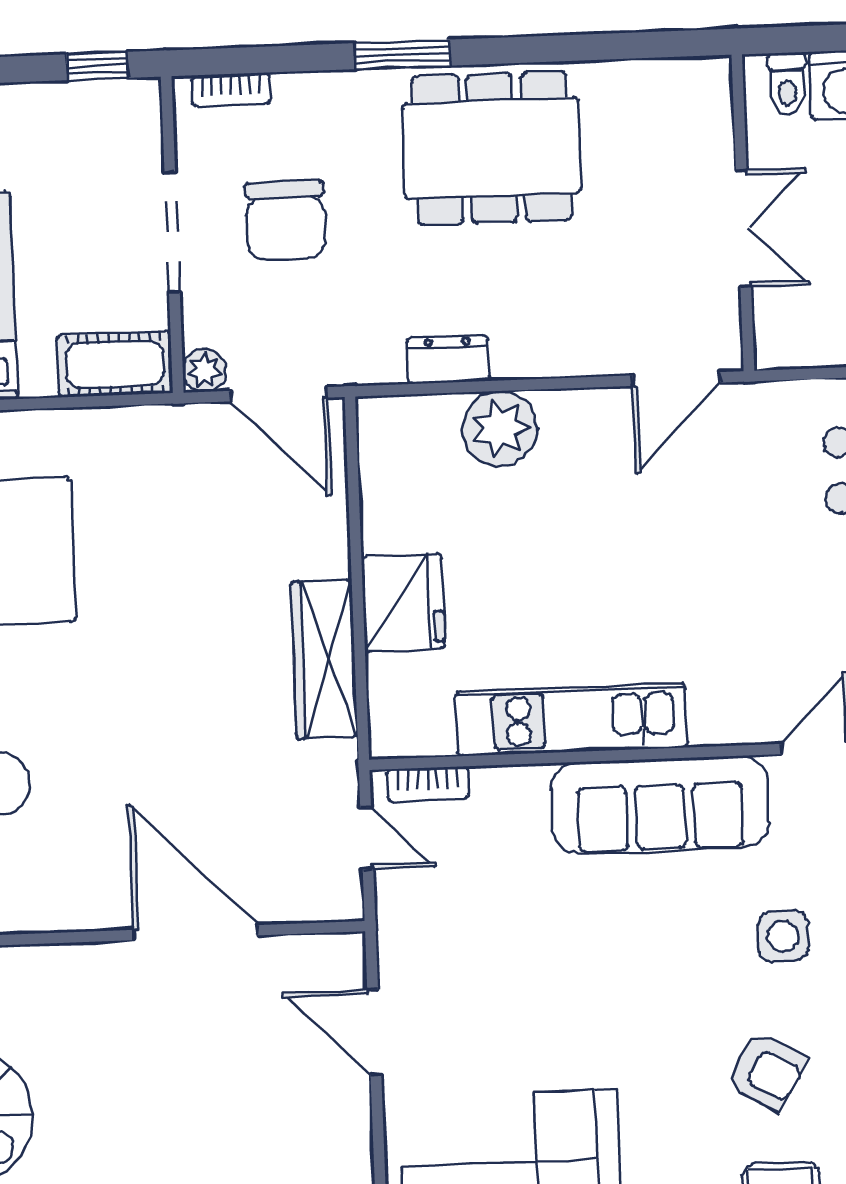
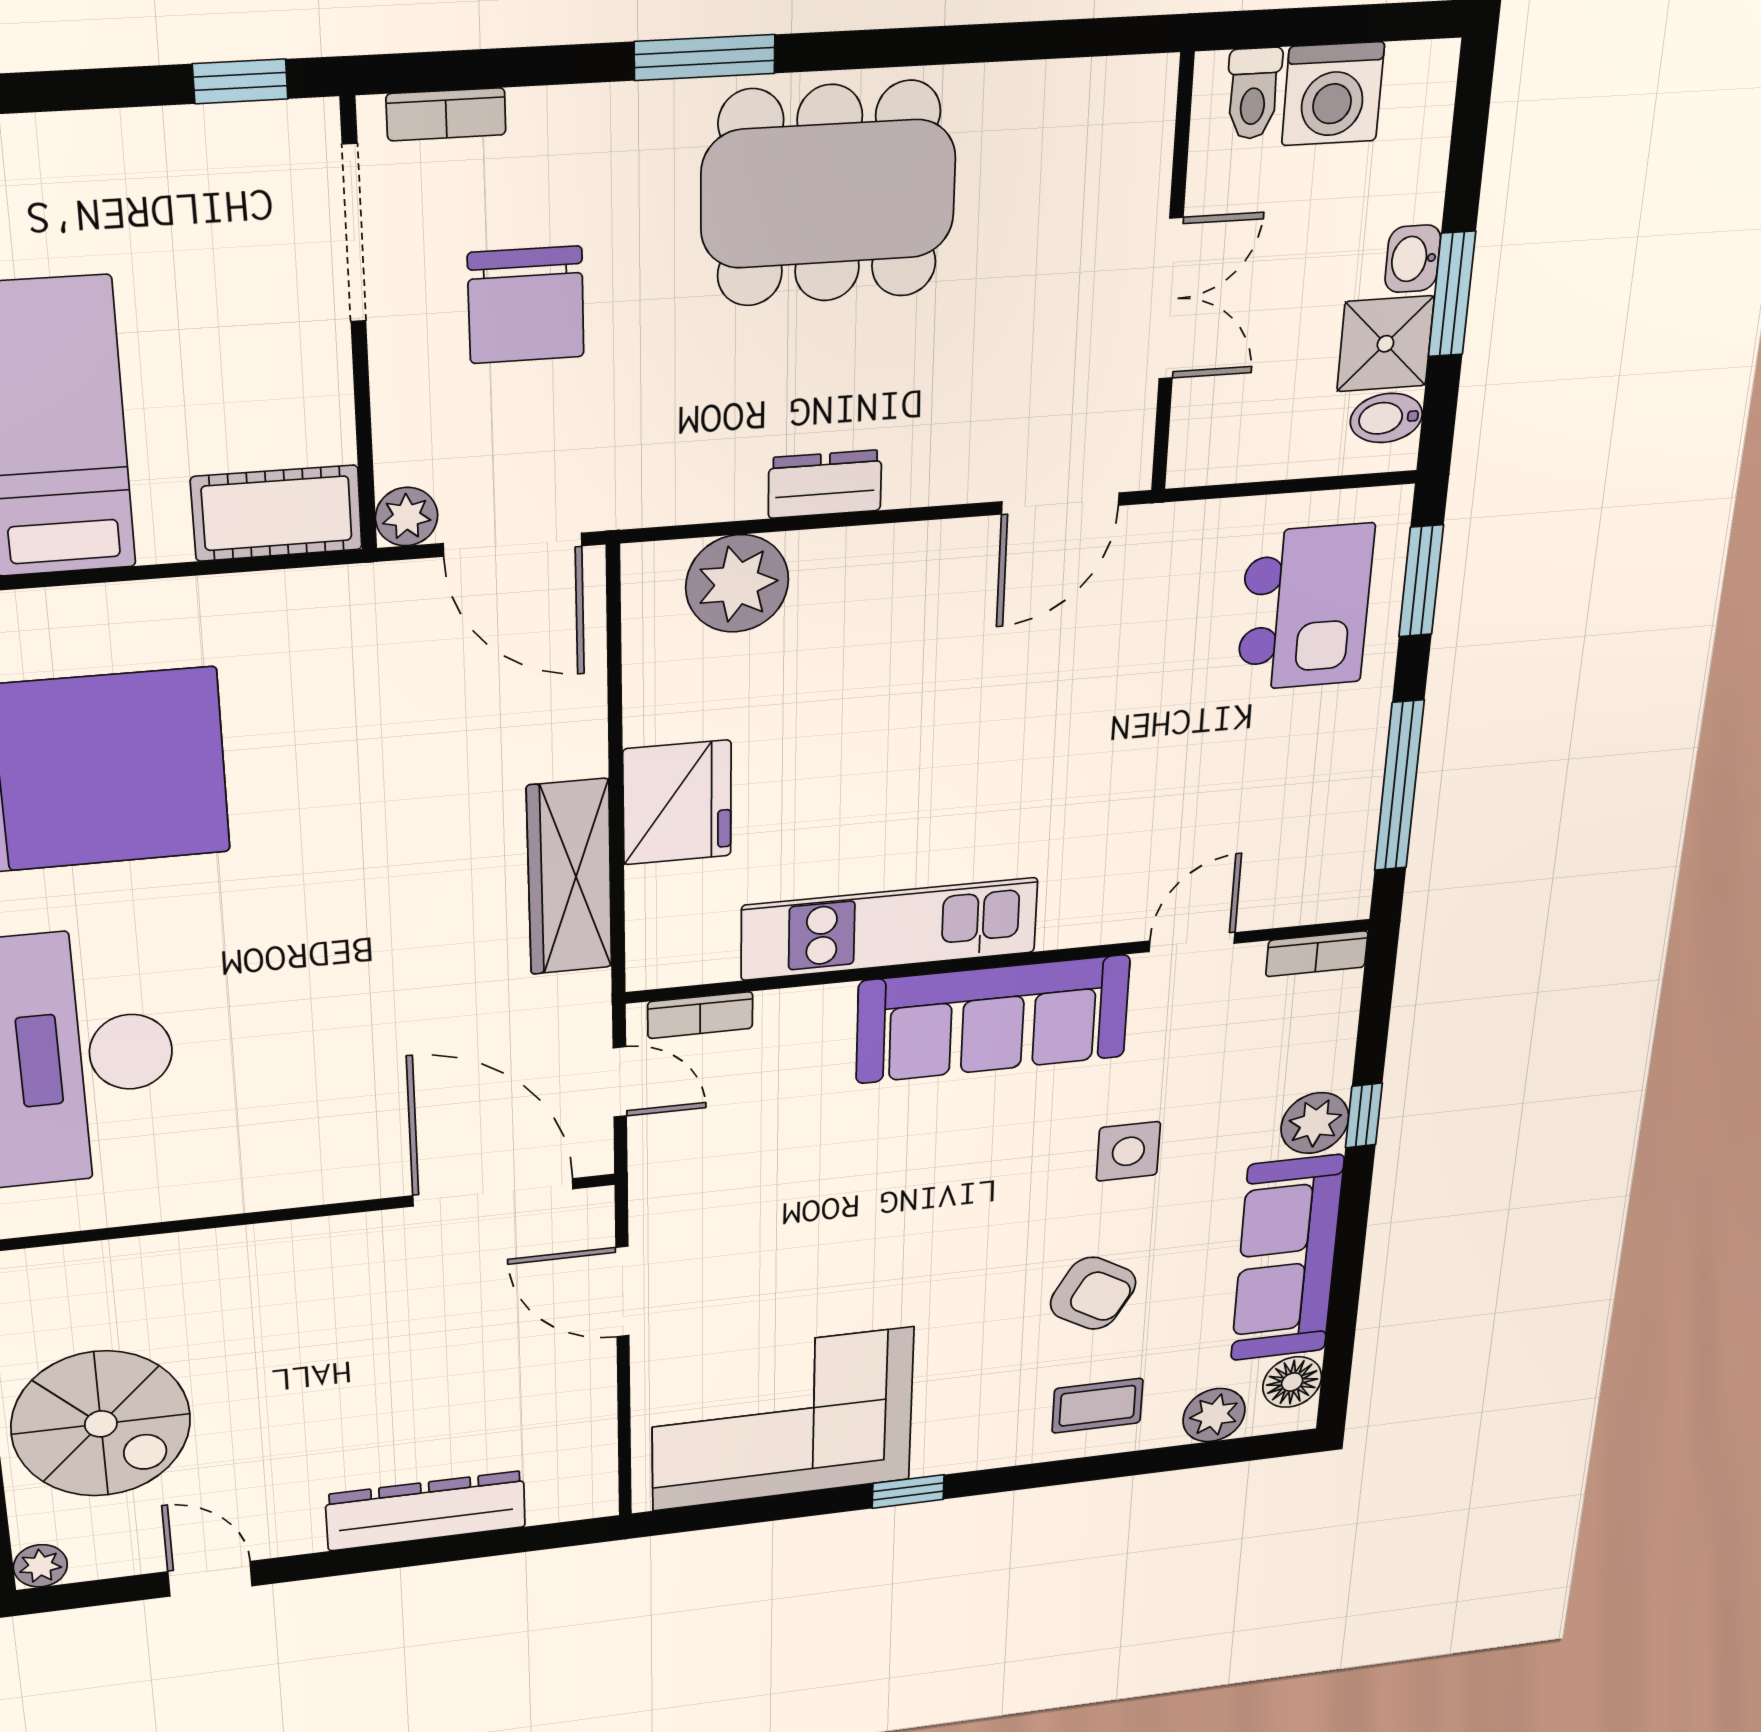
doorway: (172, 232) -> (354, 233), moved
dresser: (448, 360) -> (825, 484), moved
plant: (500, 428) -> (737, 584), moved
door: (196, 933) -> (493, 1192), moved

